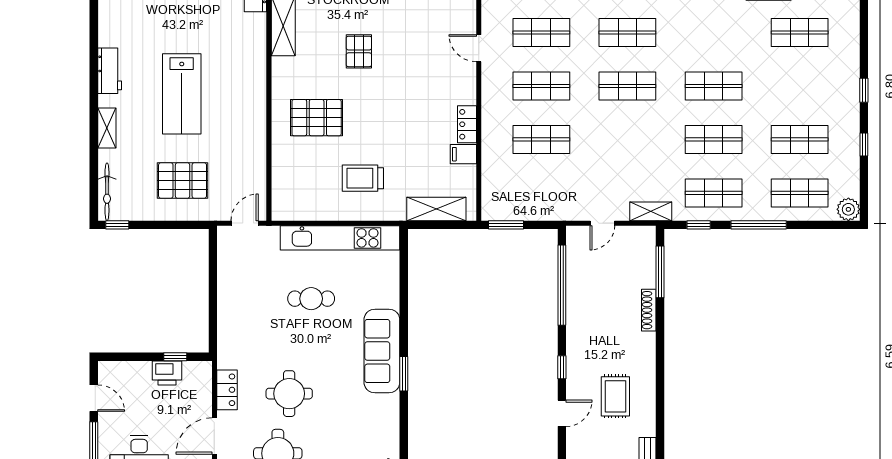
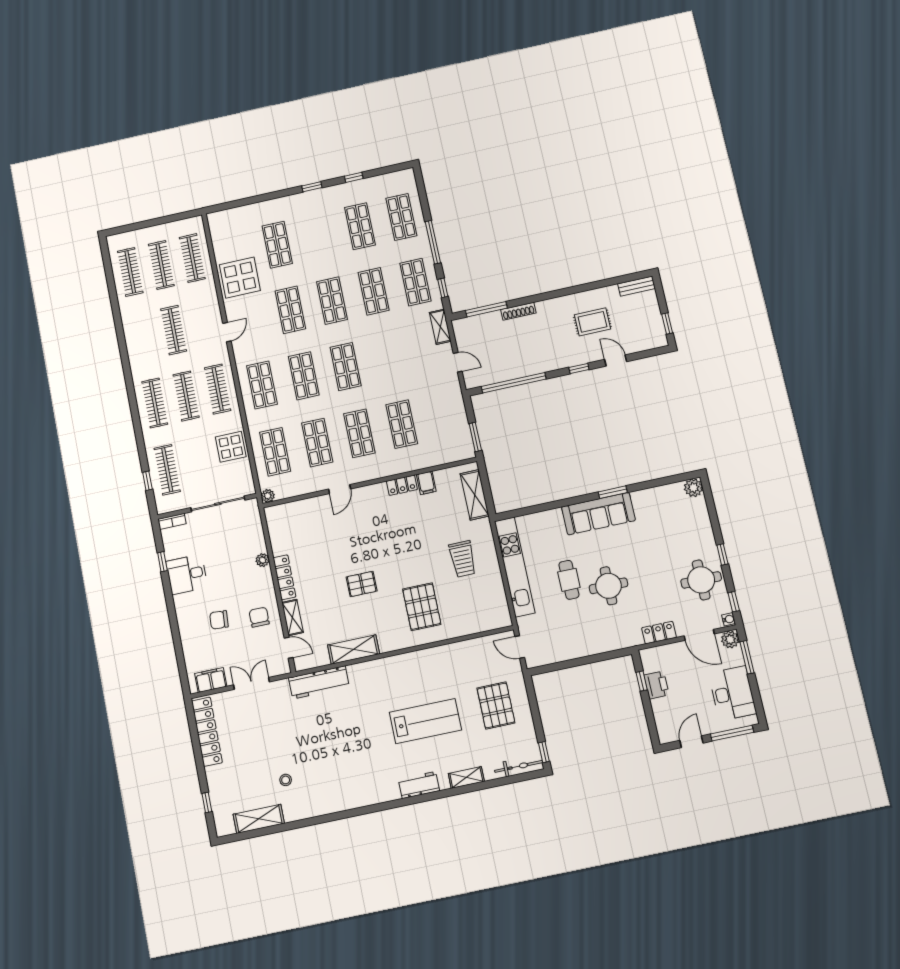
shop shelf: (714, 32) -> (290, 310), added
plant: (848, 209) -> (406, 178), removed
round table: (289, 394) -> (608, 586), moved

